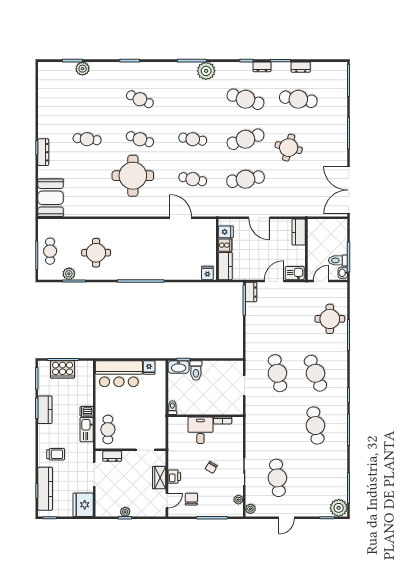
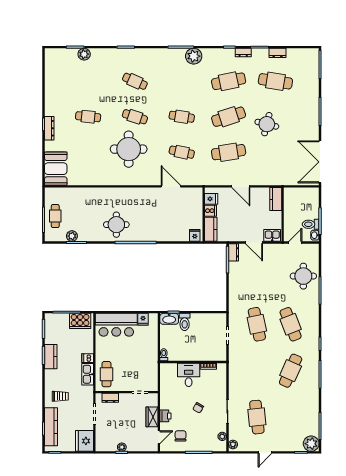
cafe table: (245, 99) -> (229, 81), turned -30
round table: (96, 253) -> (116, 225), moved
door: (274, 281) -> (254, 242), swing flipped
cooker: (63, 369) -> (80, 321), moved
cafe table: (315, 426) -> (291, 371), turned 33

